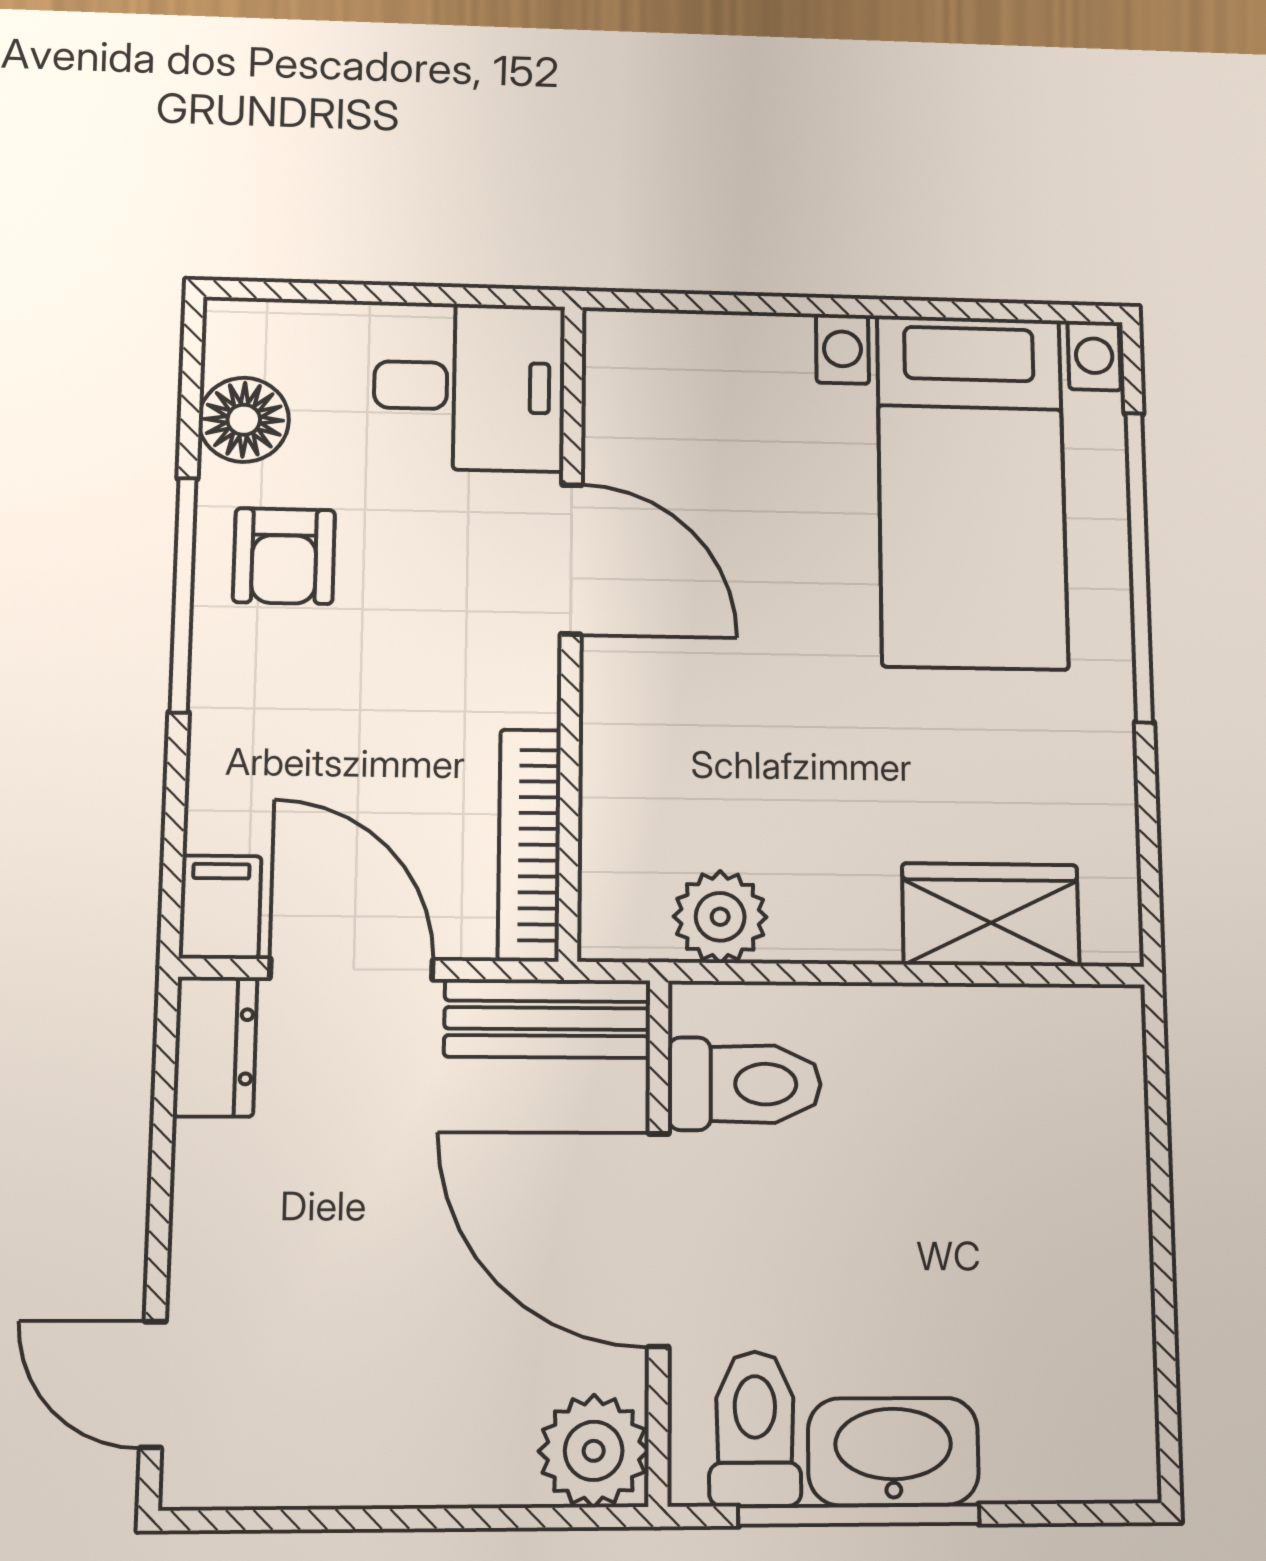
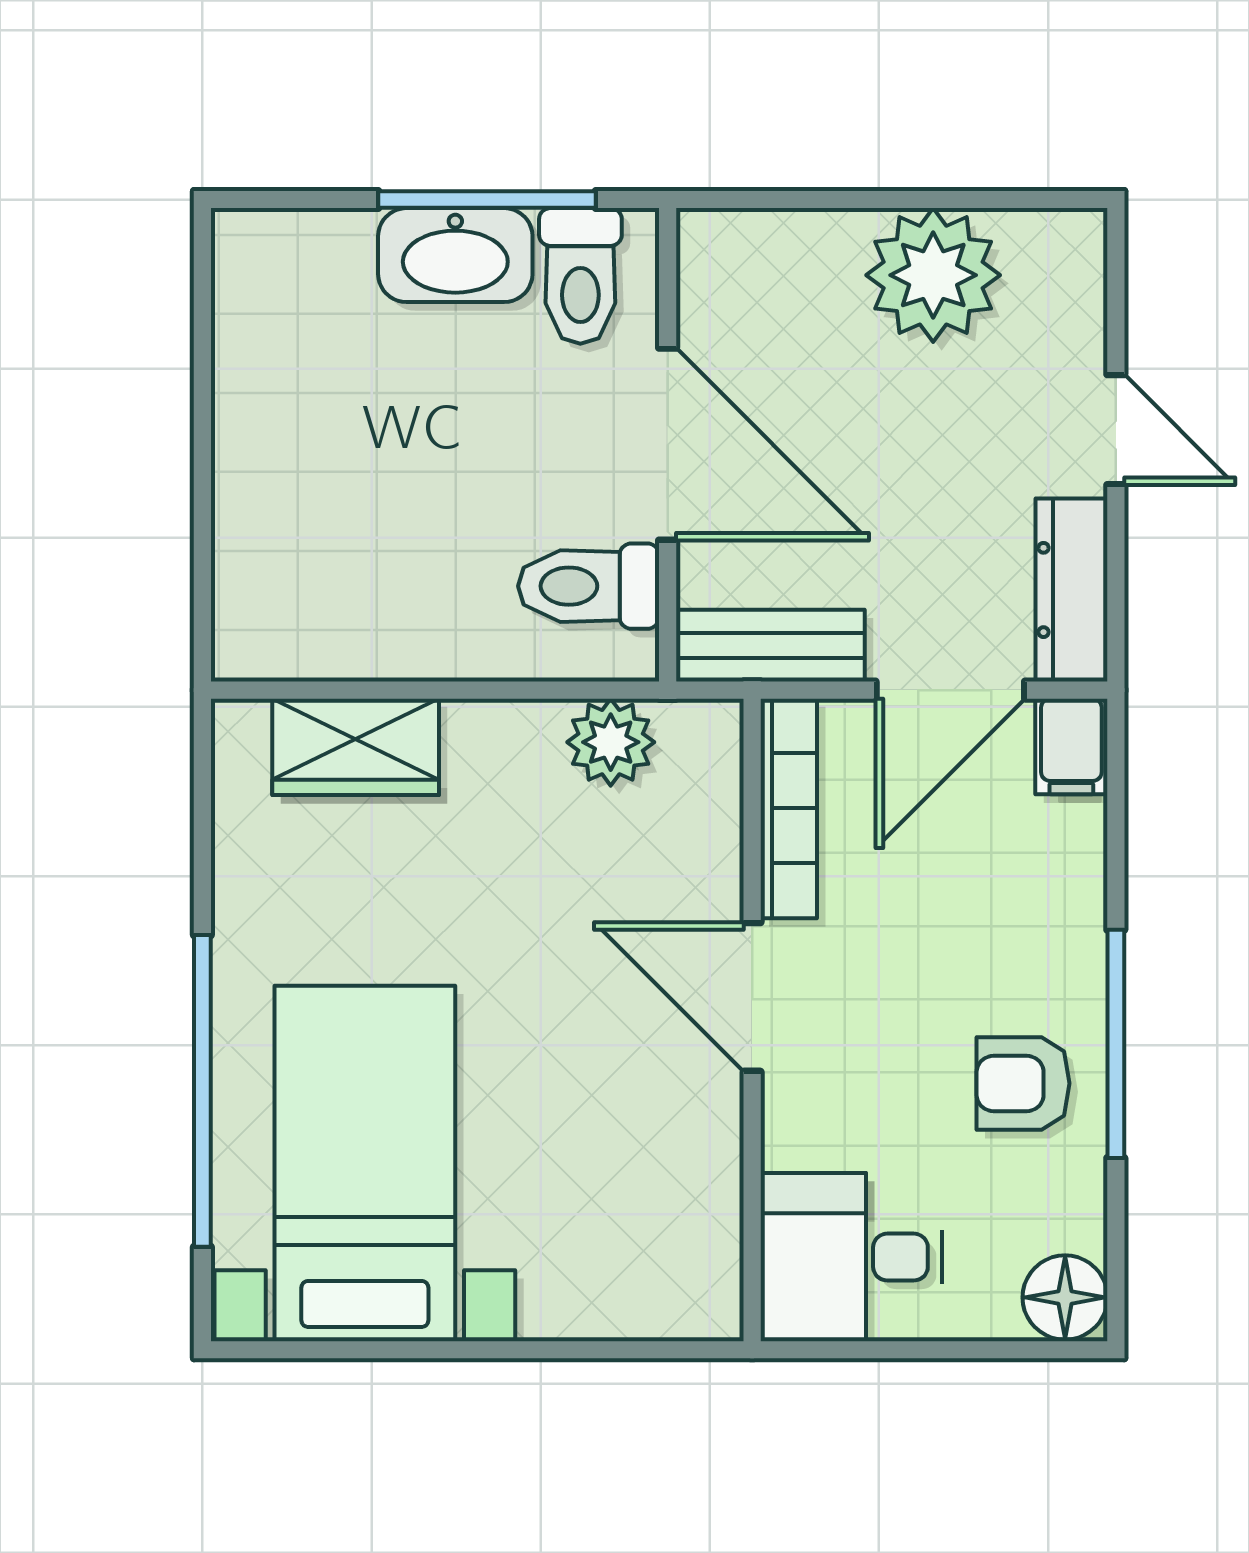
floor lamp: (244, 420) -> (1065, 1297), moved
armchair: (284, 556) -> (1023, 1083), turned -90
door: (571, 559) -> (752, 997), moved
door: (351, 969) -> (950, 690), hinge flipped
dresser: (215, 1047) -> (1071, 590), width x1.44
door: (153, 1384) -> (1116, 430), moved
plant: (594, 1451) -> (933, 275), moved, width x1.36, depth x1.36

